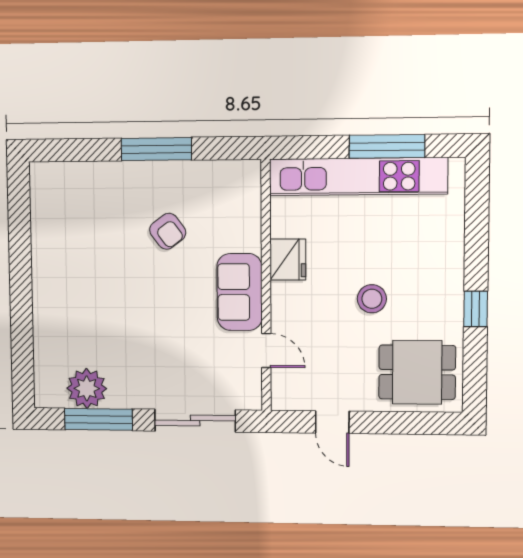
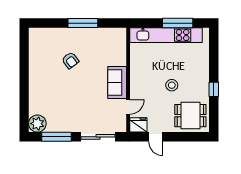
armchair: (168, 231) -> (70, 60), moved
fridge: (288, 259) -> (138, 125), moved, turned -90
door: (266, 350) -> (128, 107), hinge flipped
plant: (87, 388) -> (37, 124), moved

